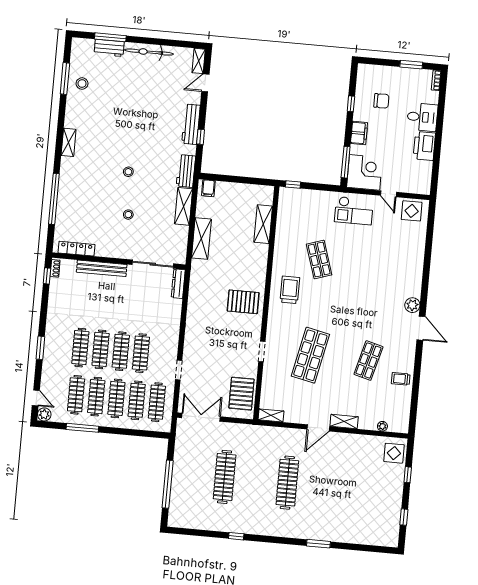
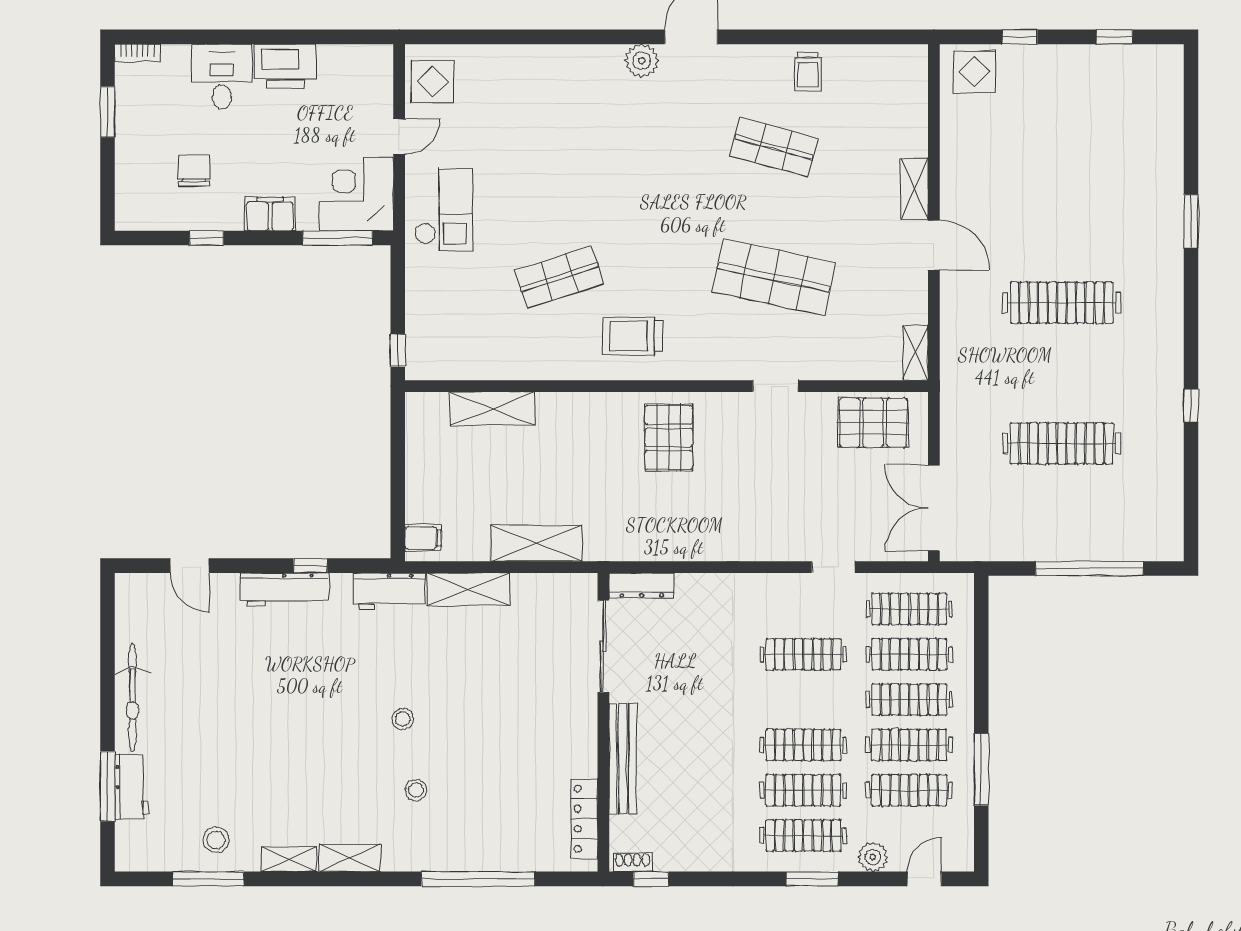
shelving: (199, 61) -> (289, 859), moved
stool: (128, 215) -> (416, 790), moved
clothes rail: (121, 351) -> (803, 836), moved
plant: (44, 414) -> (873, 857), moved
plant: (382, 426) -> (917, 103), removed

